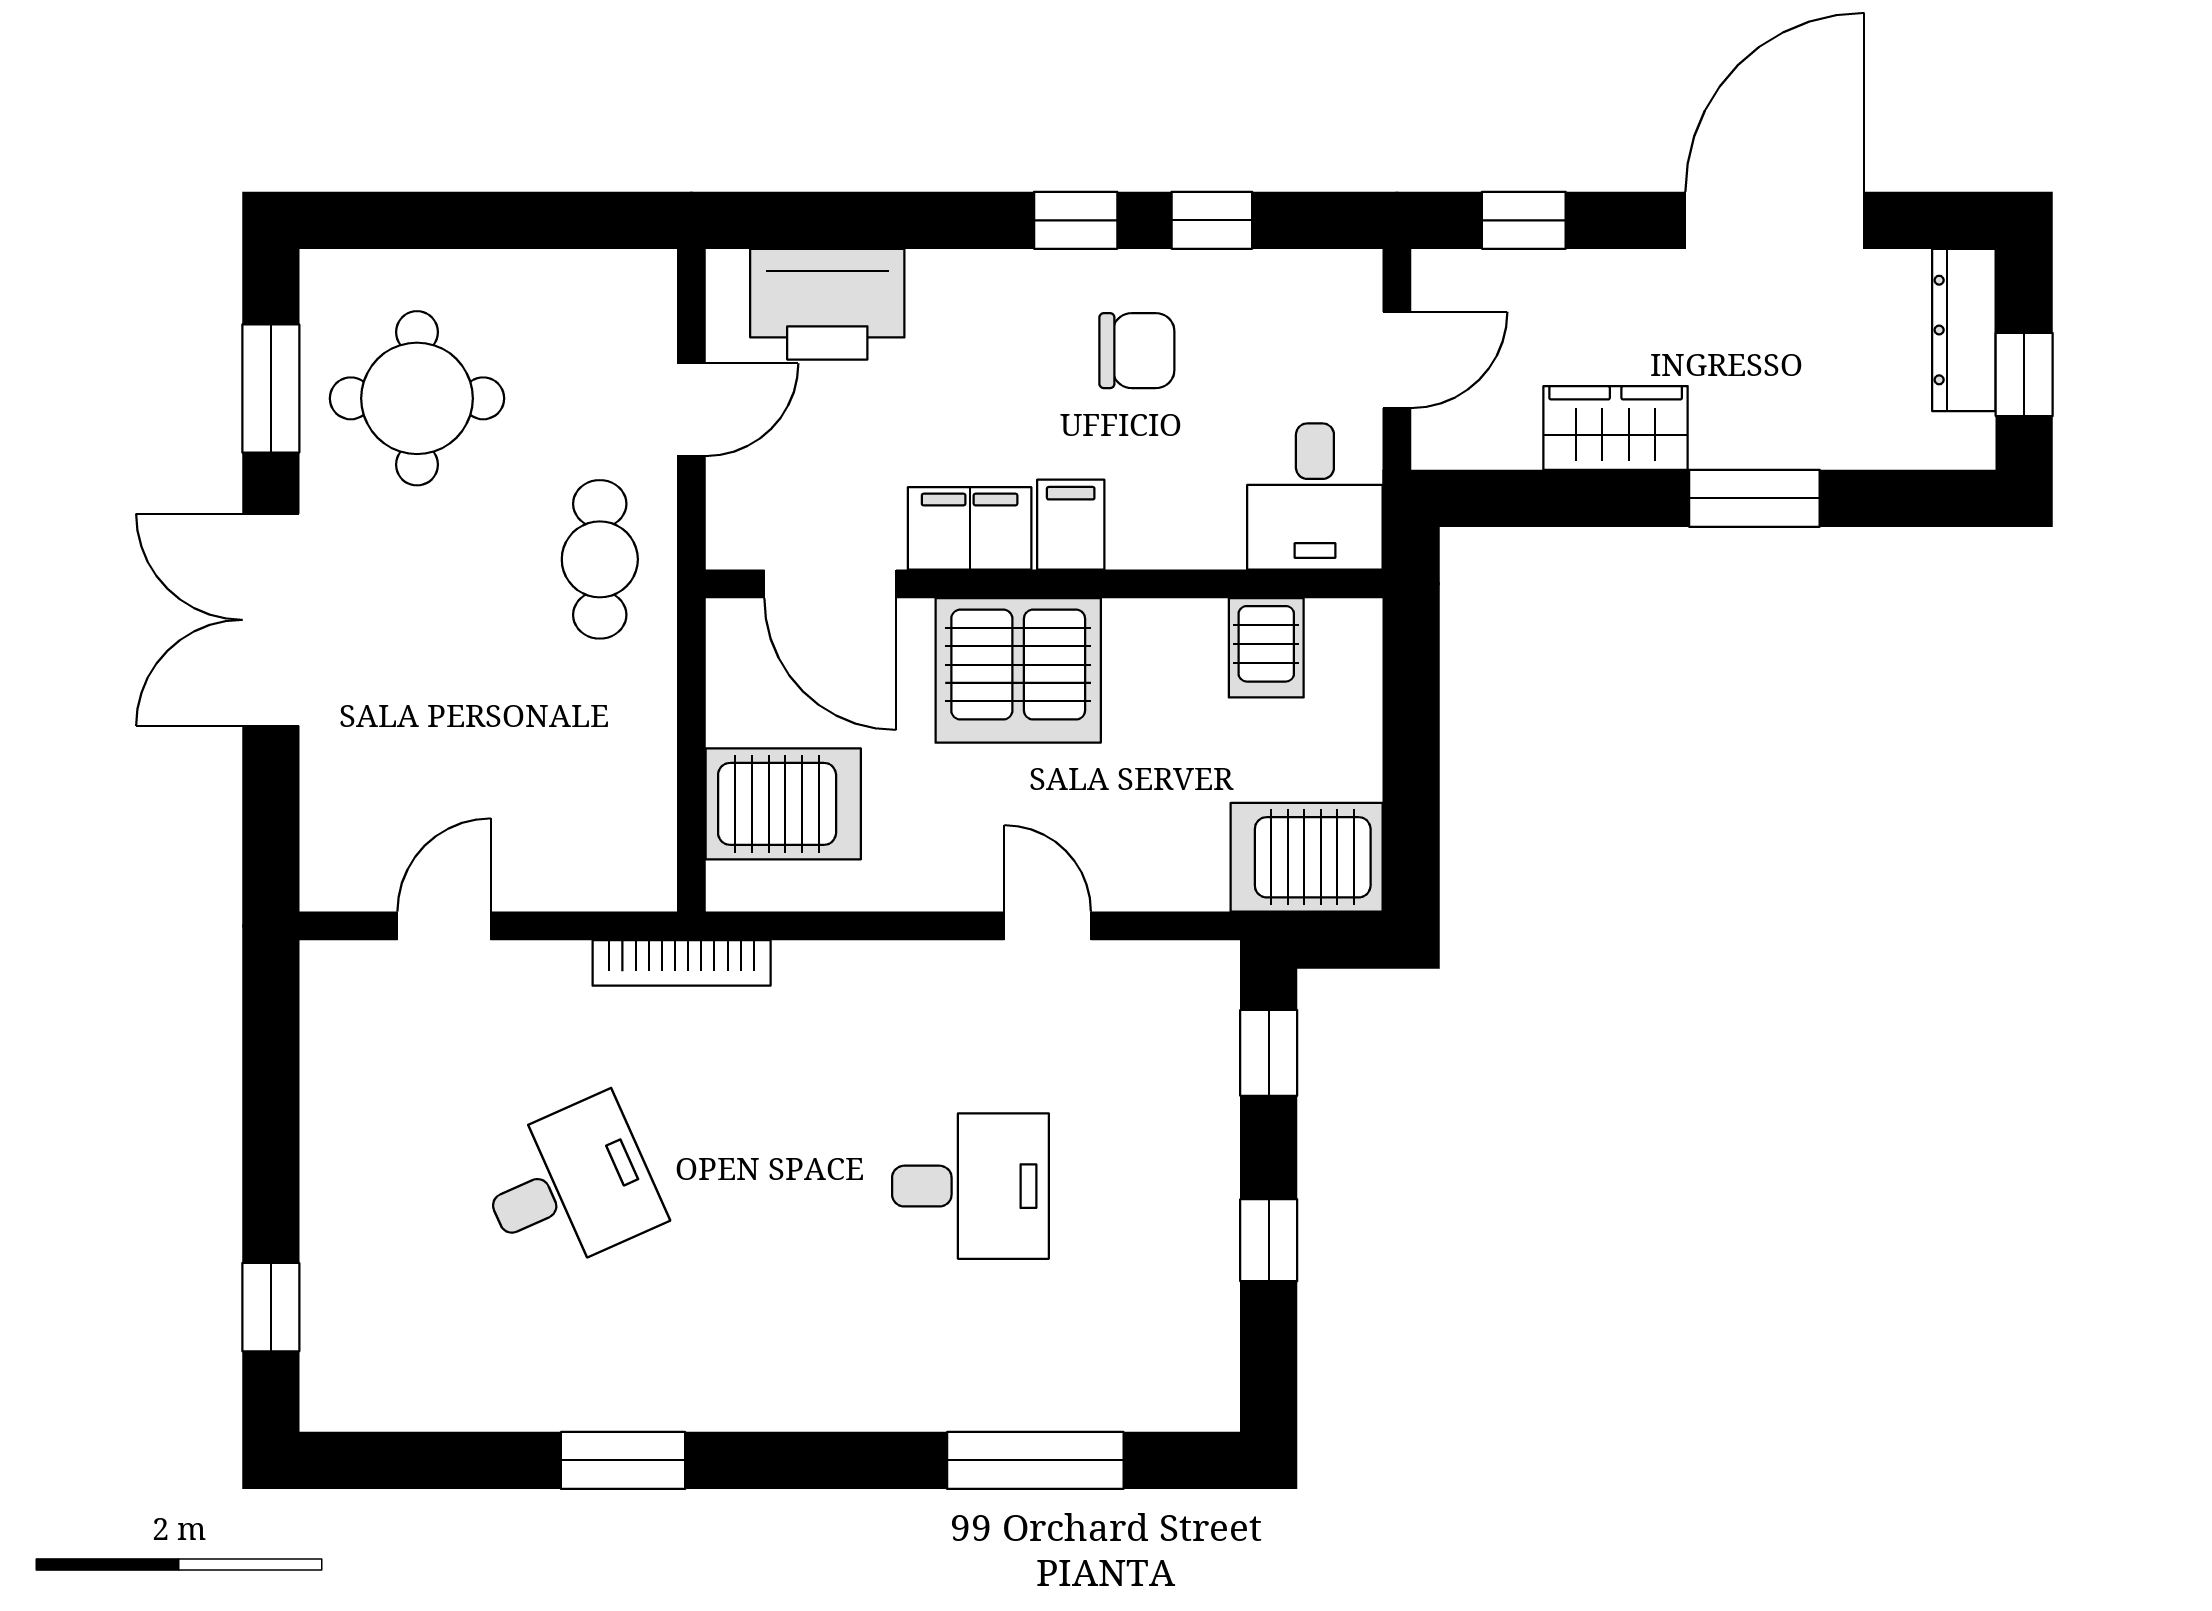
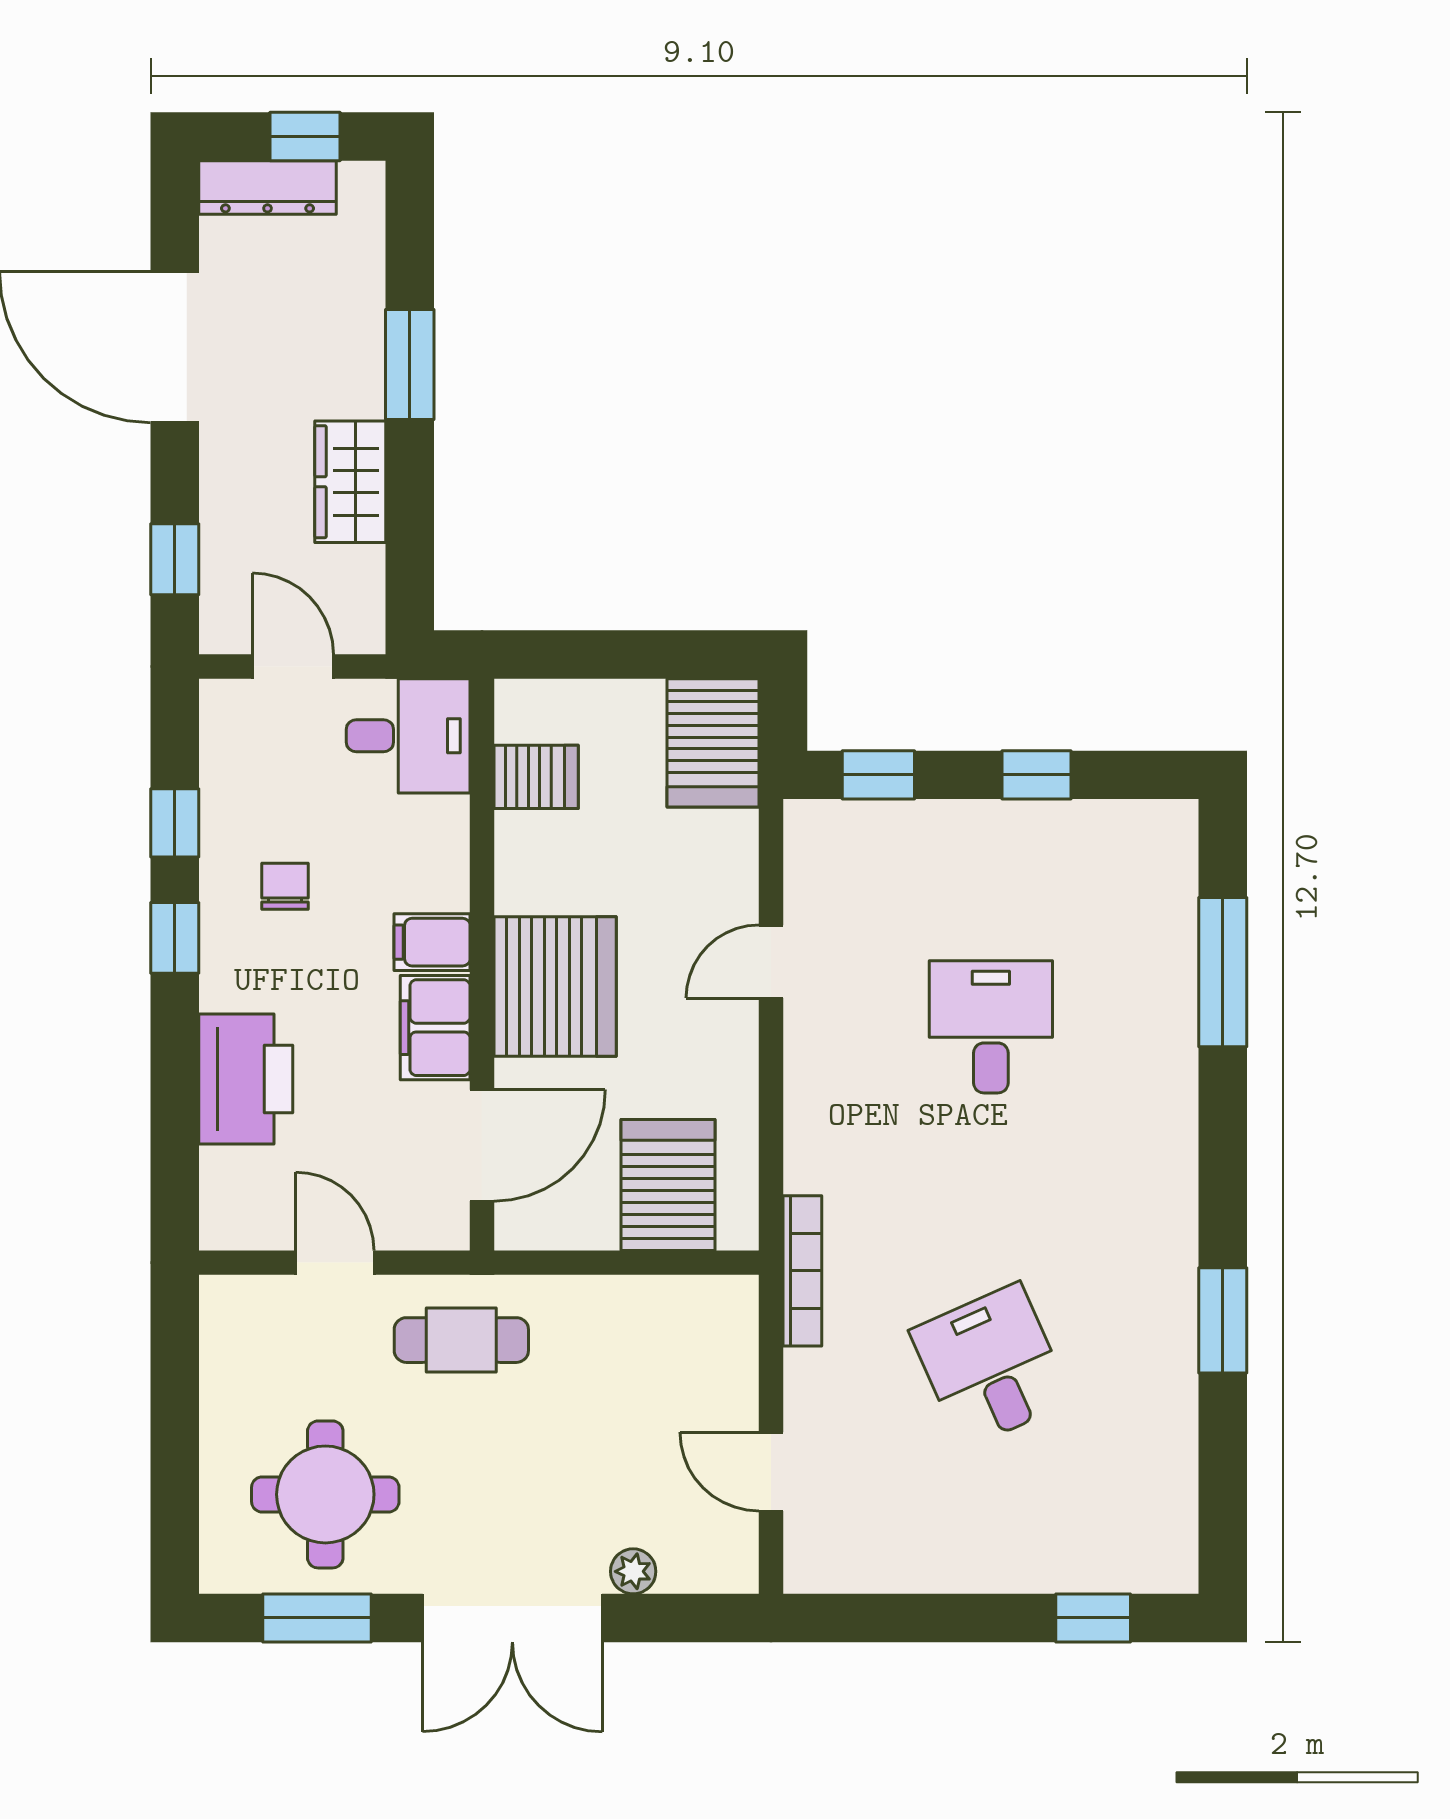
printer: (827, 304) -> (246, 1079), moved
chair: (1137, 351) -> (285, 886), width x0.73, depth x0.73
plant: (326, 763) -> (633, 1571), added

